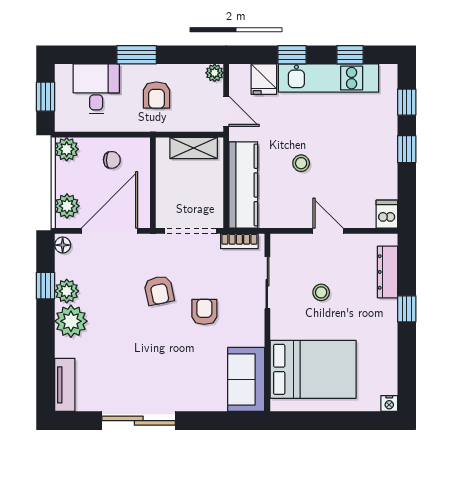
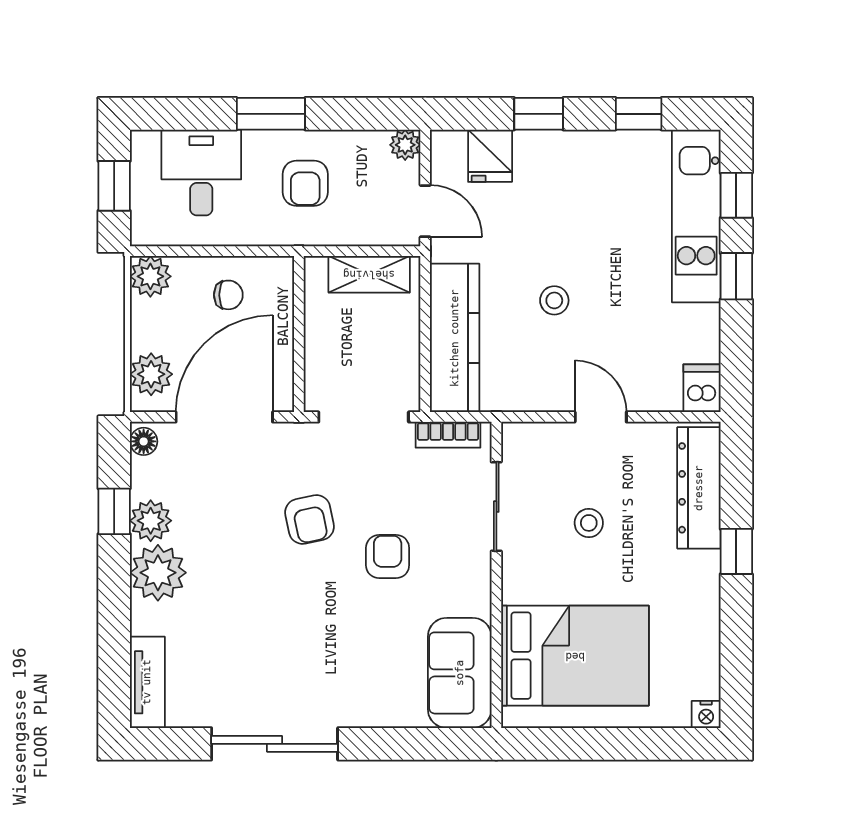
kitchen unit: (329, 78) -> (696, 216), moved, turned 90
dresser: (388, 272) -> (699, 488), width x1.37, depth x1.24

